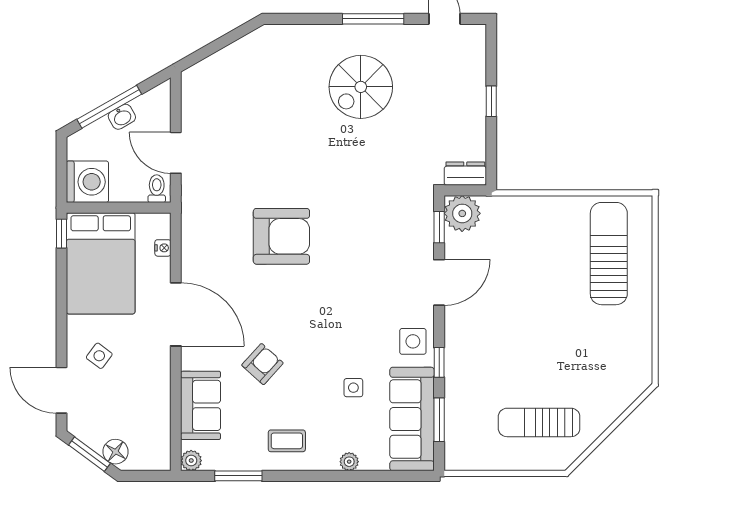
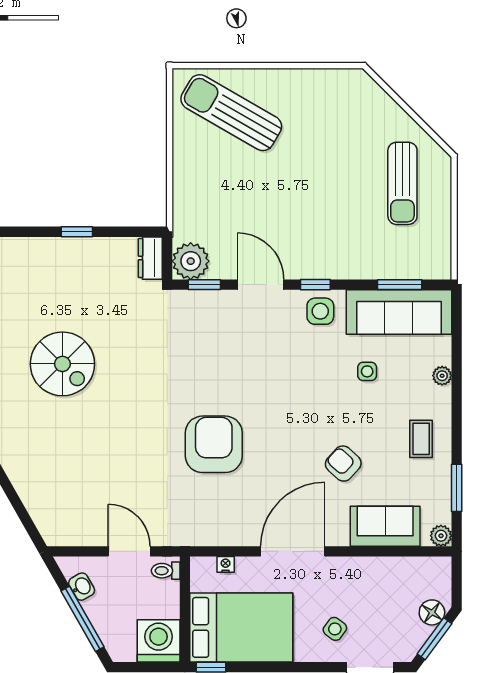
washbasin: (122, 117) -> (82, 587), moved
door: (176, 153) -> (129, 551), swing flipped
sun lounger: (609, 254) -> (231, 113), turned 30
window: (439, 362) -> (315, 285), moved

